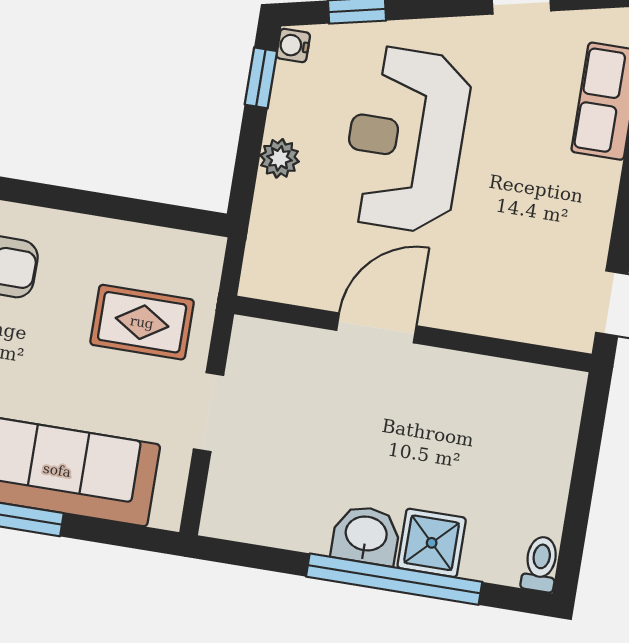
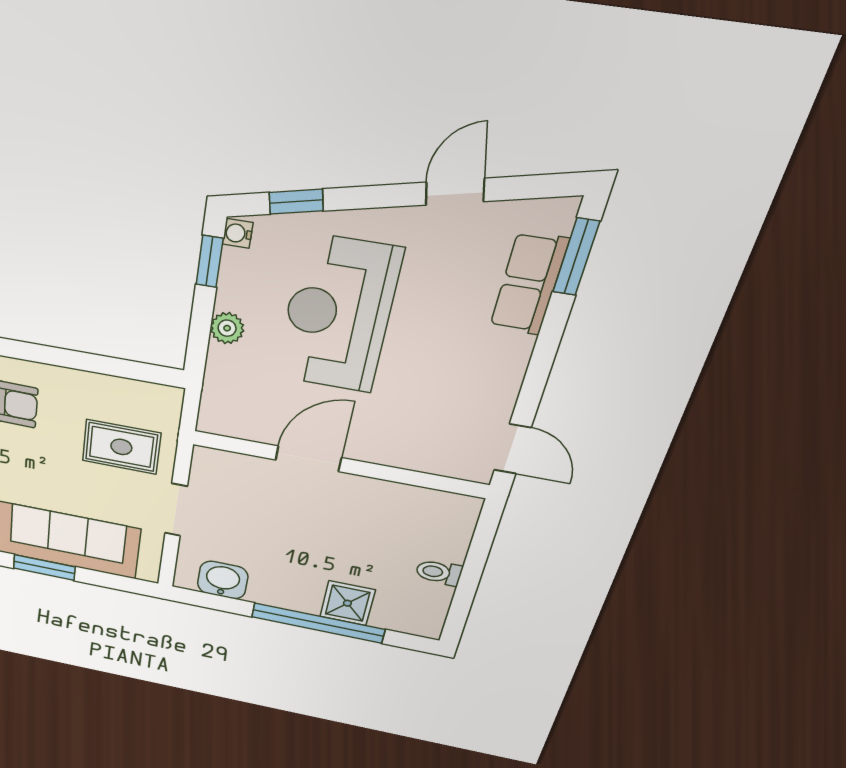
washbasin: (366, 535) -> (223, 580), moved
toilet: (540, 564) -> (439, 572), moved, turned -90

